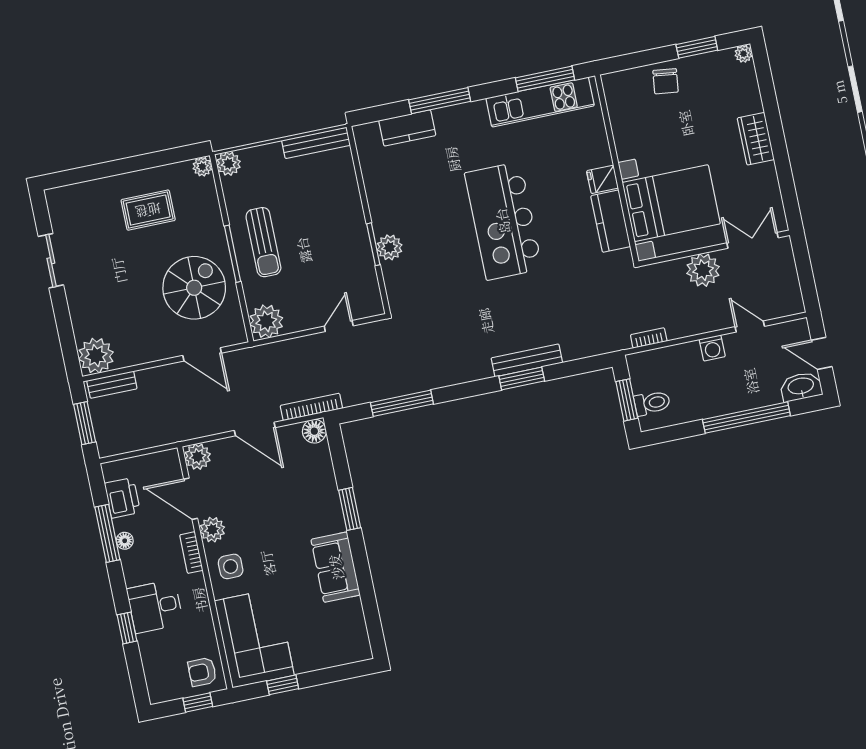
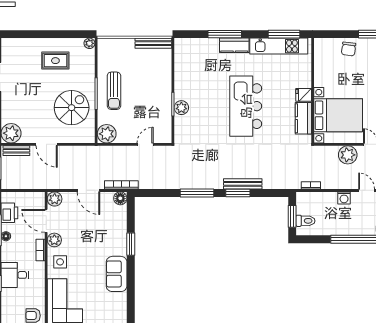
kitchen counter: (407, 128) -> (234, 45), moved
plant: (229, 164) -> (104, 45), removed
door: (202, 354) -> (47, 144), moved
window: (402, 403) -> (197, 193), moved

